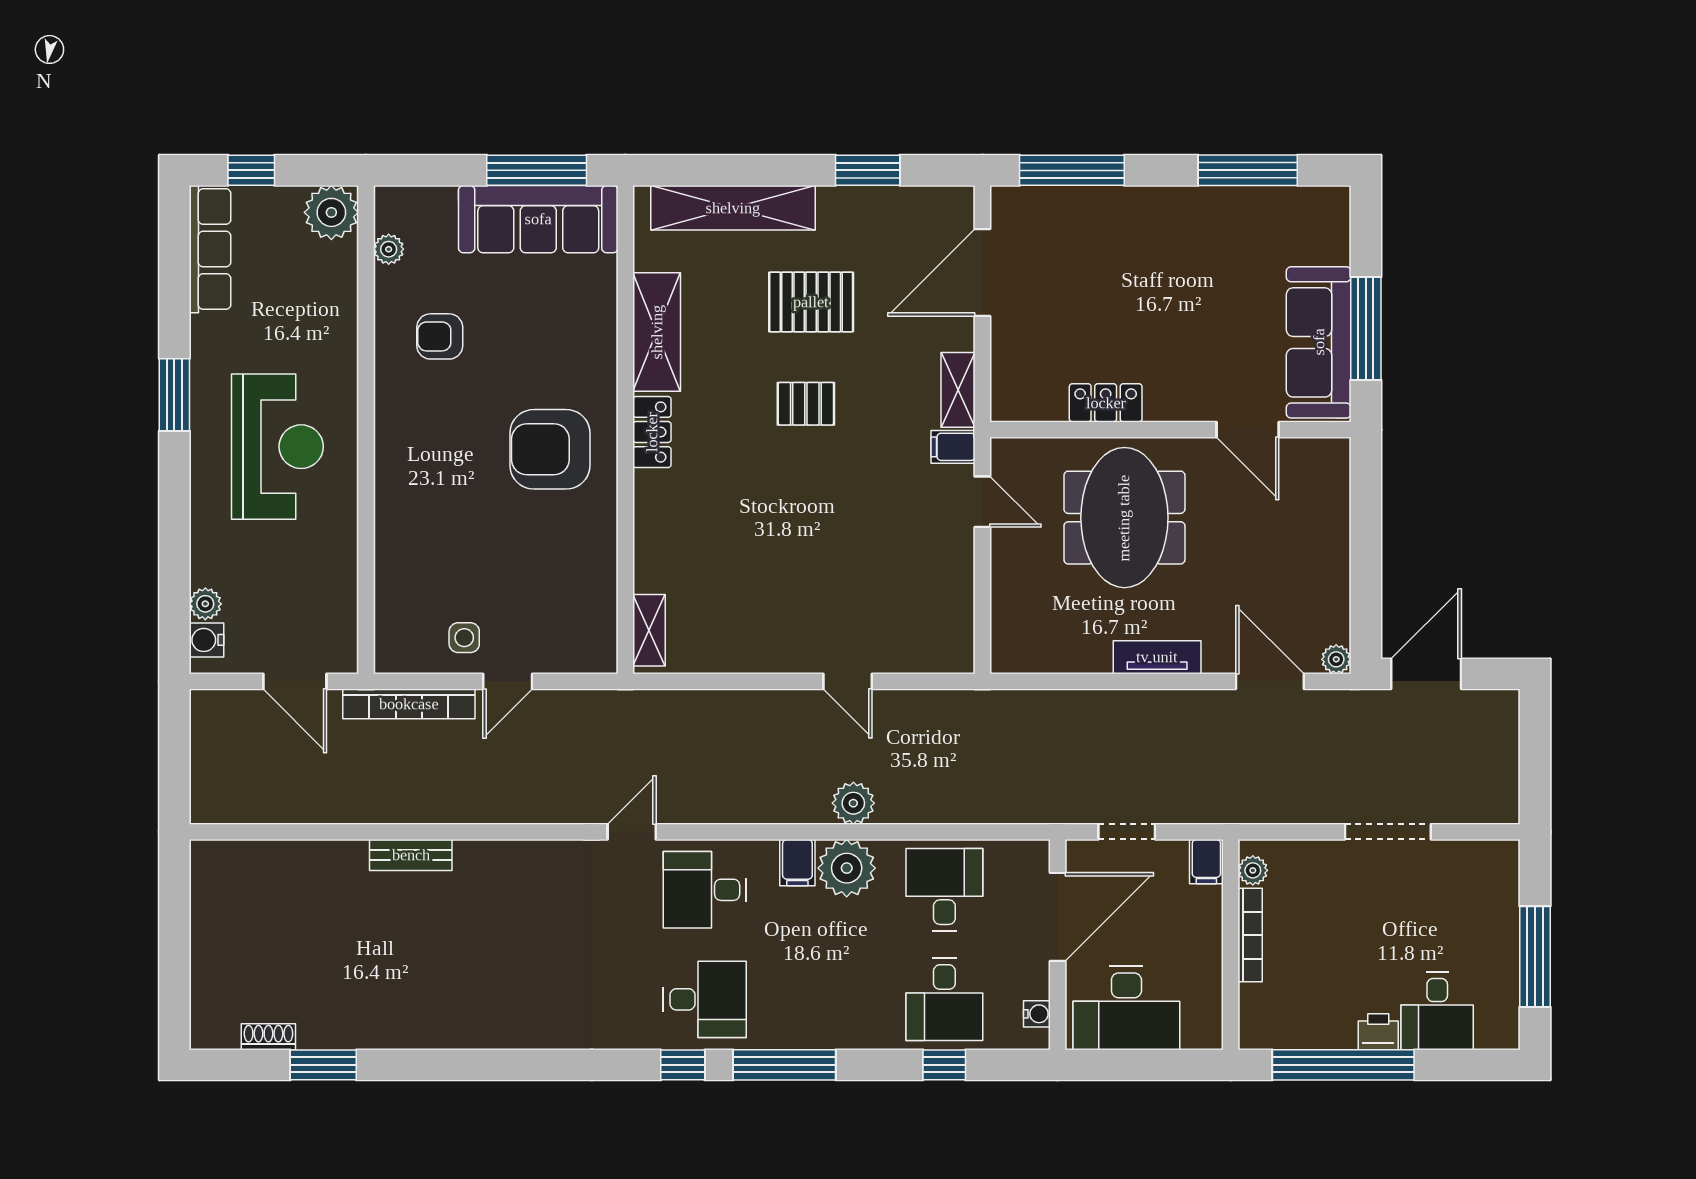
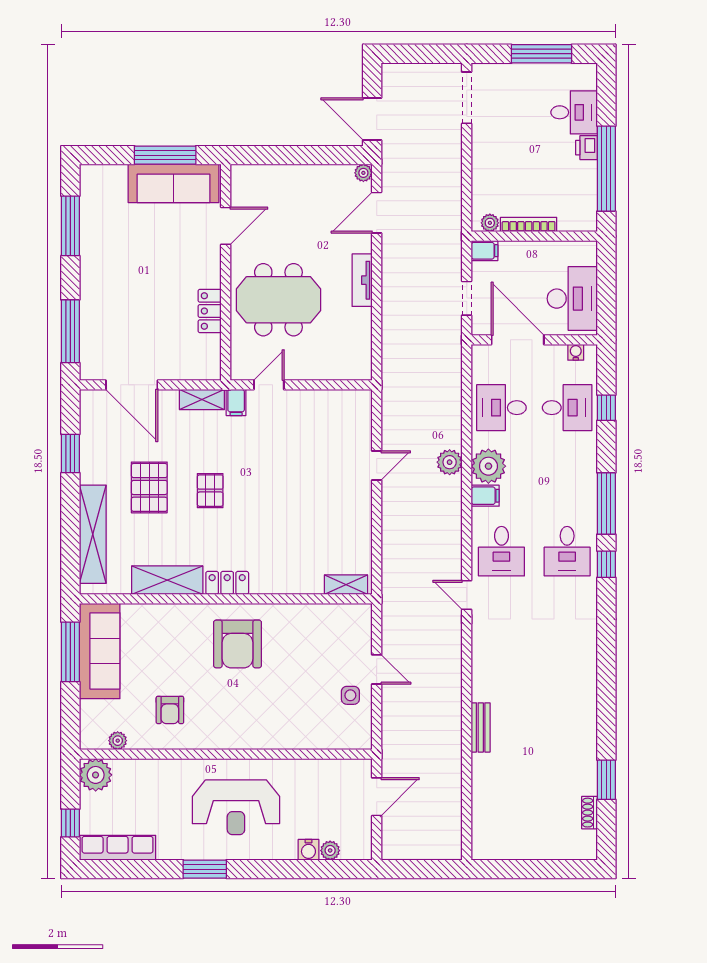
reception desk: (277, 447) -> (236, 807), turned 180
water cooler: (206, 640) -> (308, 850), moved
bookcase: (409, 704) -> (390, 728), removed
doorway: (1388, 832) -> (467, 98), moved
desk: (705, 999) -> (567, 551), turned 180

